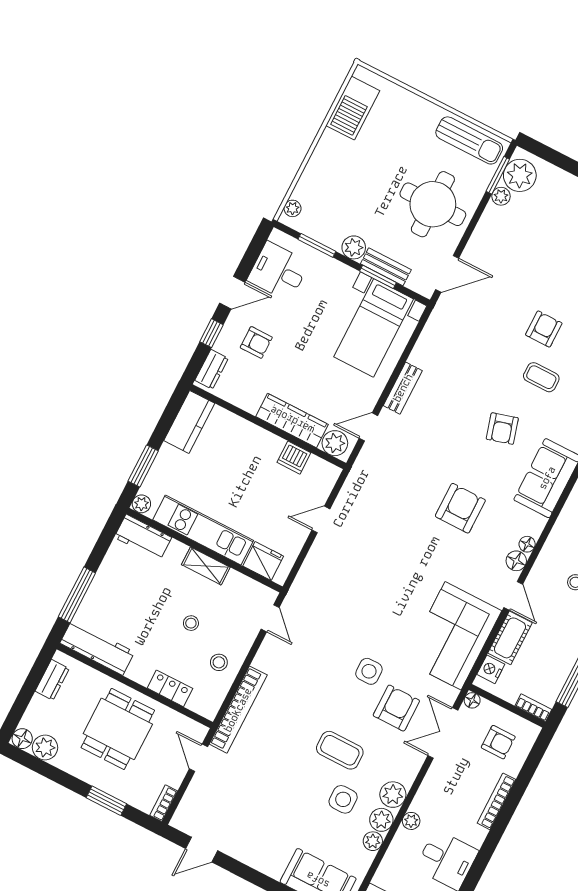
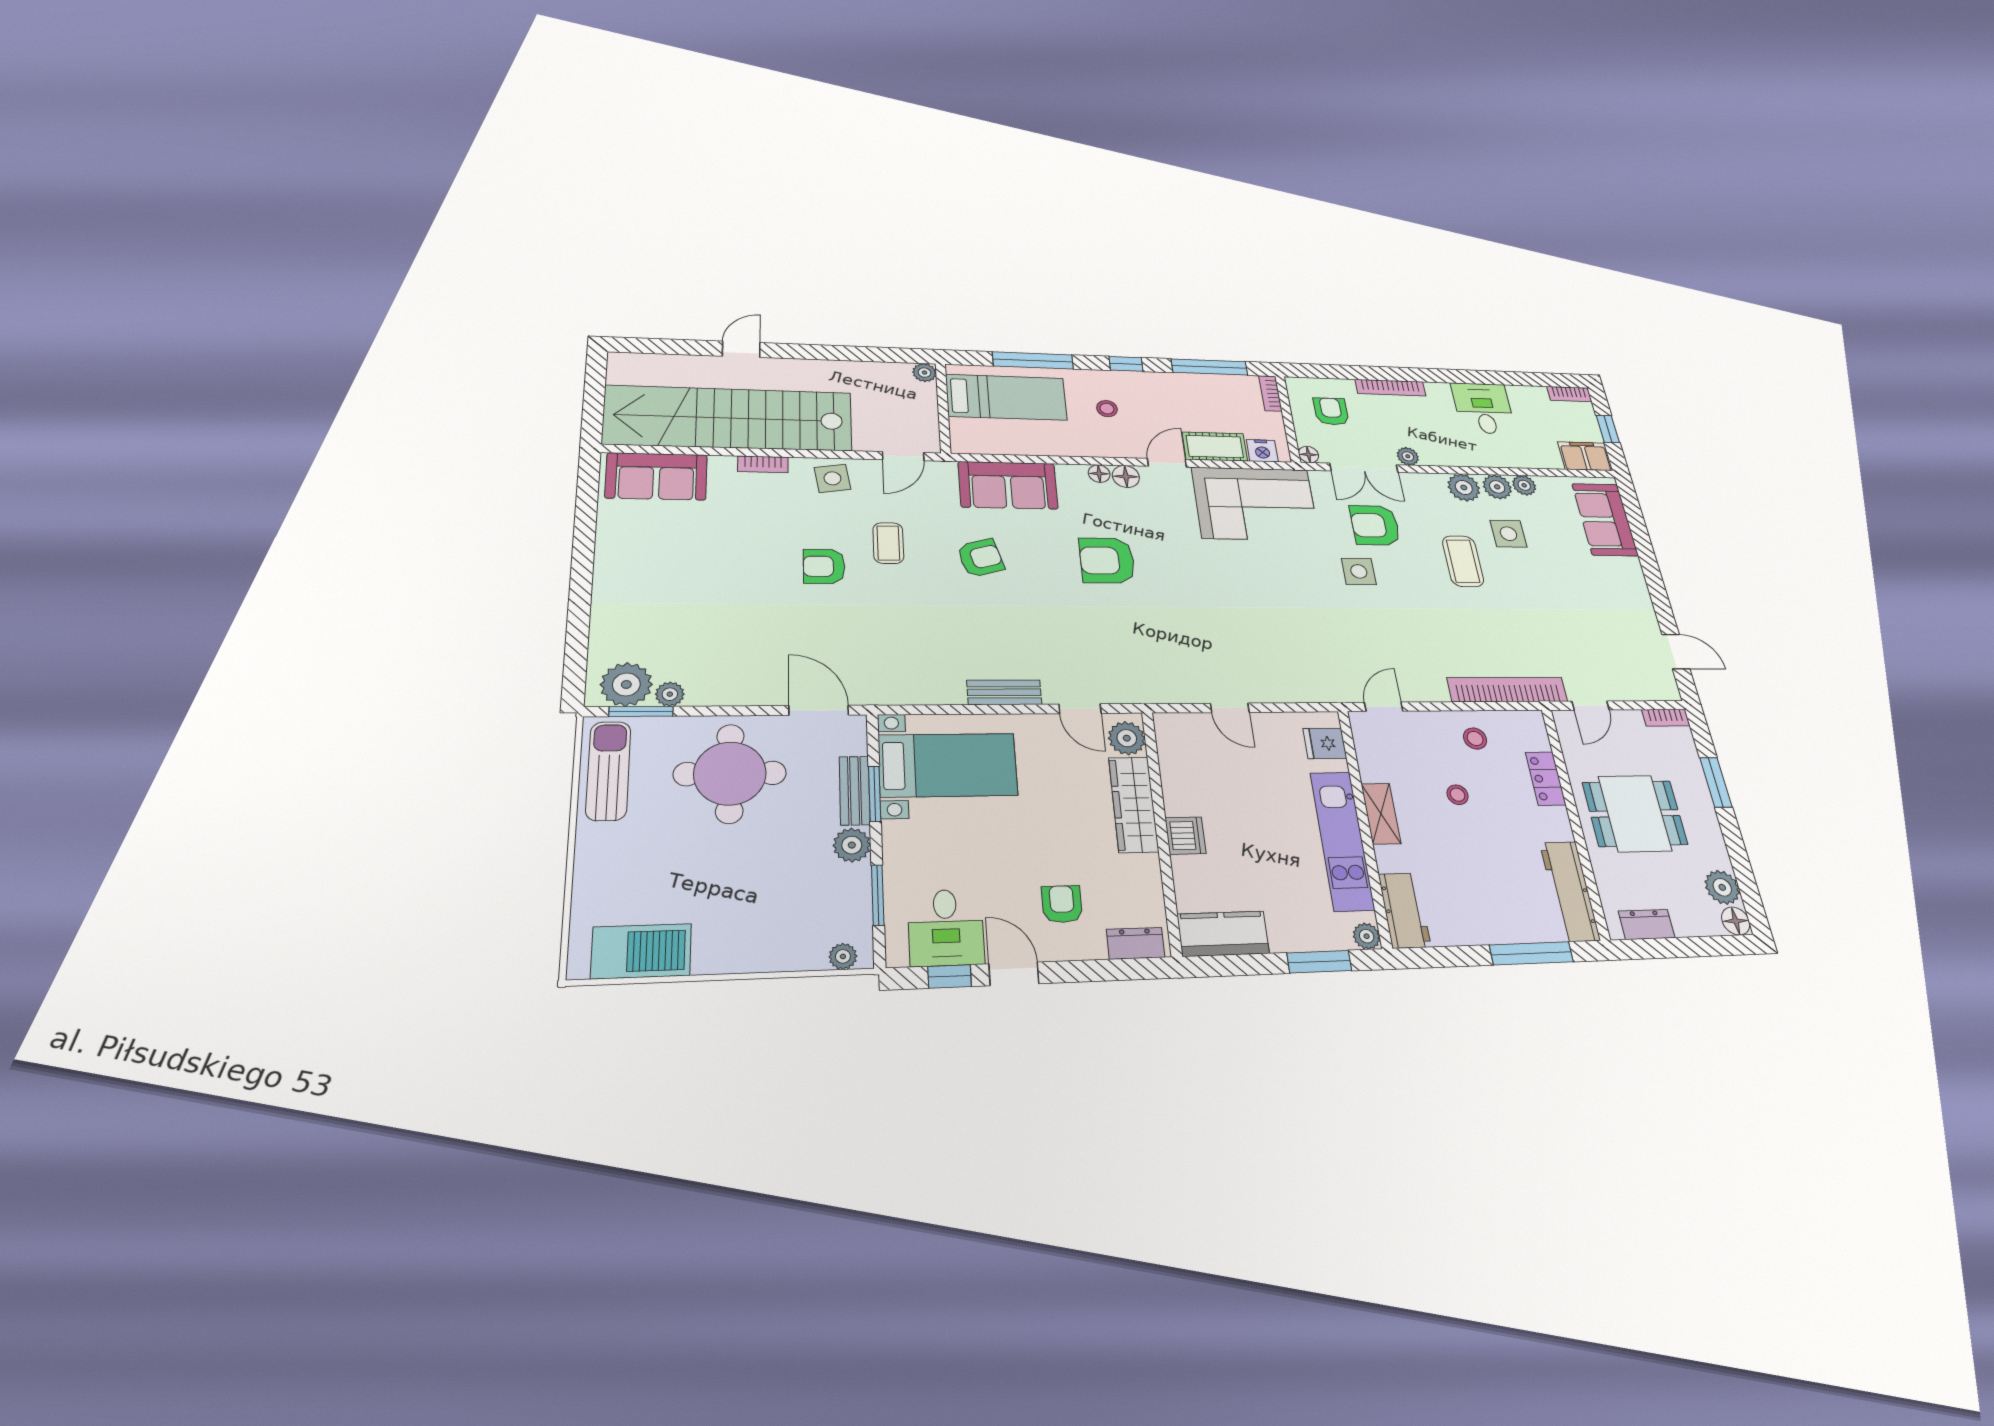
window: (211, 333) -> (950, 976), moved
dishwasher: (294, 458) -> (1185, 836), moved
fridge: (263, 561) -> (1325, 743), width x0.72
plant: (411, 821) -> (1408, 456), moved

